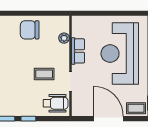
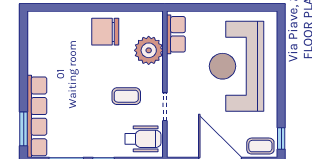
plant: (64, 38) -> (149, 50), width x1.88, depth x1.88
row of seats: (78, 51) -> (176, 34), moved

